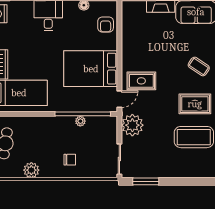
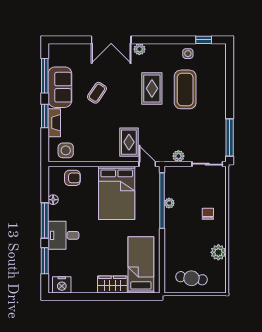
side table: (133, 18) -> (66, 150), added
coffee table: (199, 66) -> (97, 93), moved
plant: (132, 125) -> (178, 156), width x0.53, depth x0.53
window: (146, 181) -> (230, 138), width x1.44

